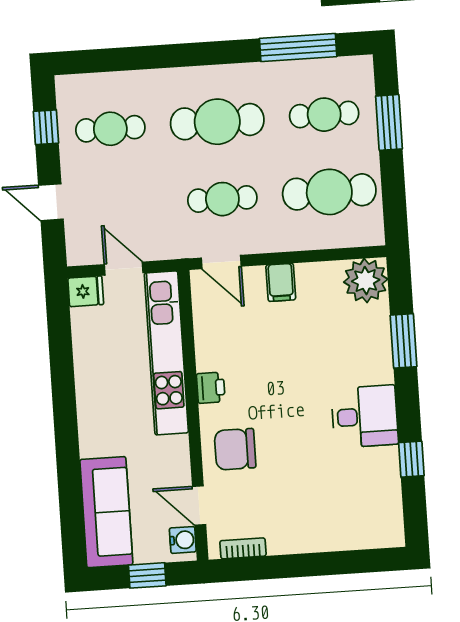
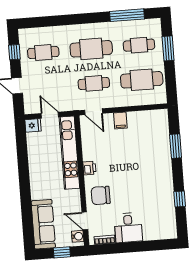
plant: (366, 281) -> (158, 119), removed
desk: (365, 416) -> (128, 228), moved, turned 90

